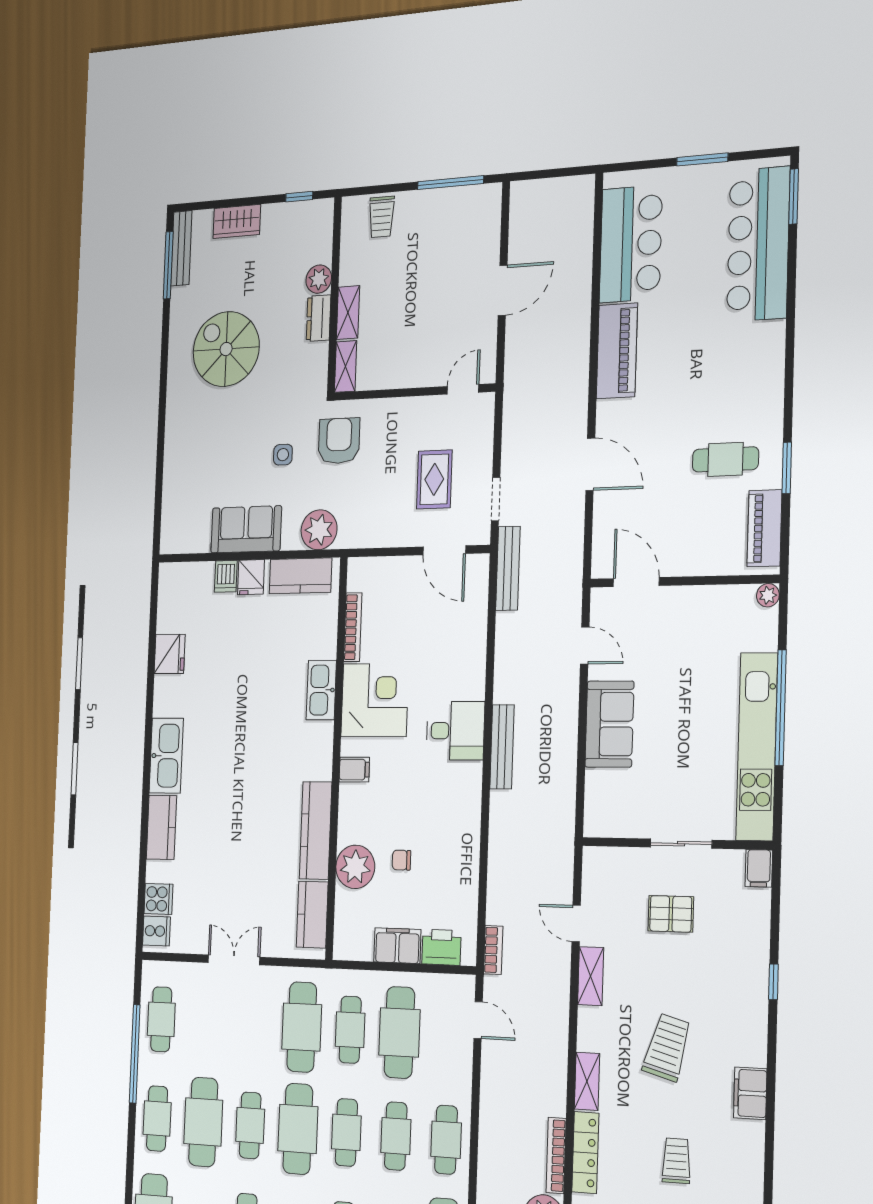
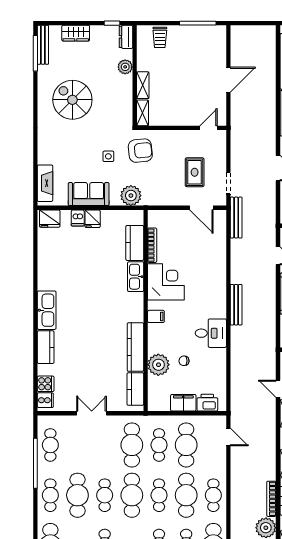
dresser: (319, 318) -> (126, 37), moved
armchair: (339, 441) -> (140, 151), turned 84
fireplace: (174, 511) -> (45, 183), added
kitchen counter: (300, 576) -> (135, 243), moved, turned 90
fridge: (170, 654) -> (50, 219), moved, turned 90
desk: (455, 731) -> (211, 333), moved
bookcase: (493, 950) -> (235, 403), removed
cafe table: (396, 1136) -> (186, 495), width x1.37, depth x1.35

